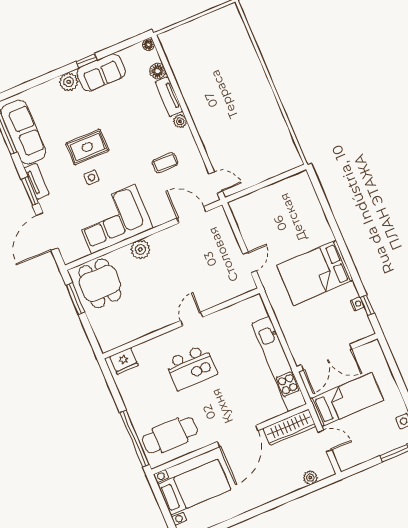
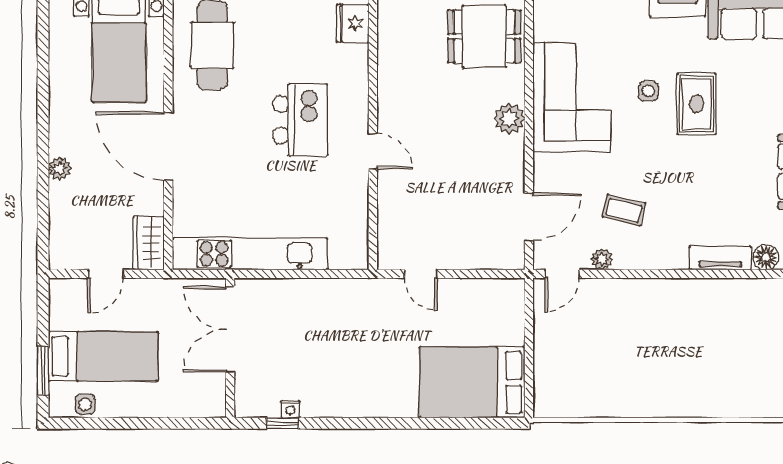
plant: (180, 121) -> (602, 259), moved
coffee table: (165, 163) -> (624, 210), turned -76
bed: (315, 273) -> (472, 382), moved, turned -90
kitchen island: (191, 368) -> (300, 120), turned 180
bed: (347, 400) -> (103, 356), moved, turned -90
wardrobe: (290, 427) -> (149, 243), width x0.67
plant: (310, 478) -> (60, 168), moved

